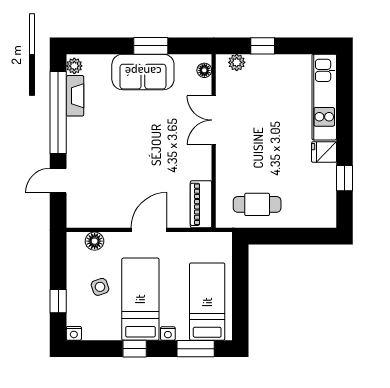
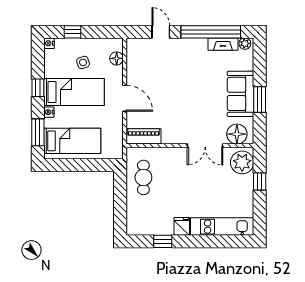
plant: (237, 62) -> (242, 162), width x1.87, depth x1.87
floor lamp: (204, 70) -> (237, 134), width x1.89, depth x1.89
double door: (214, 120) -> (205, 146), swing flipped

